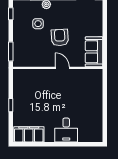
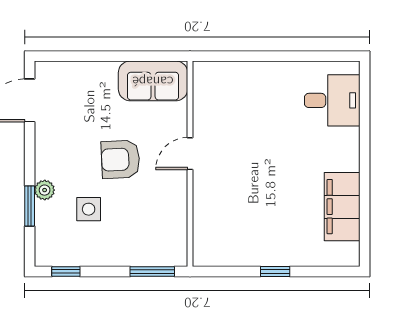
desk: (66, 130) -> (332, 100), moved
filing cabinet: (29, 134) -> (342, 207), moved

